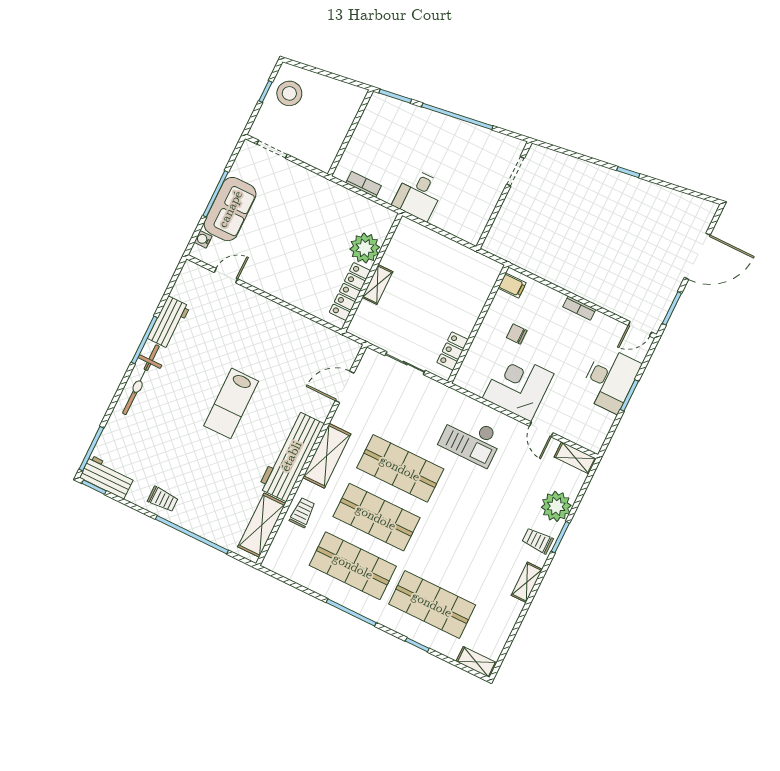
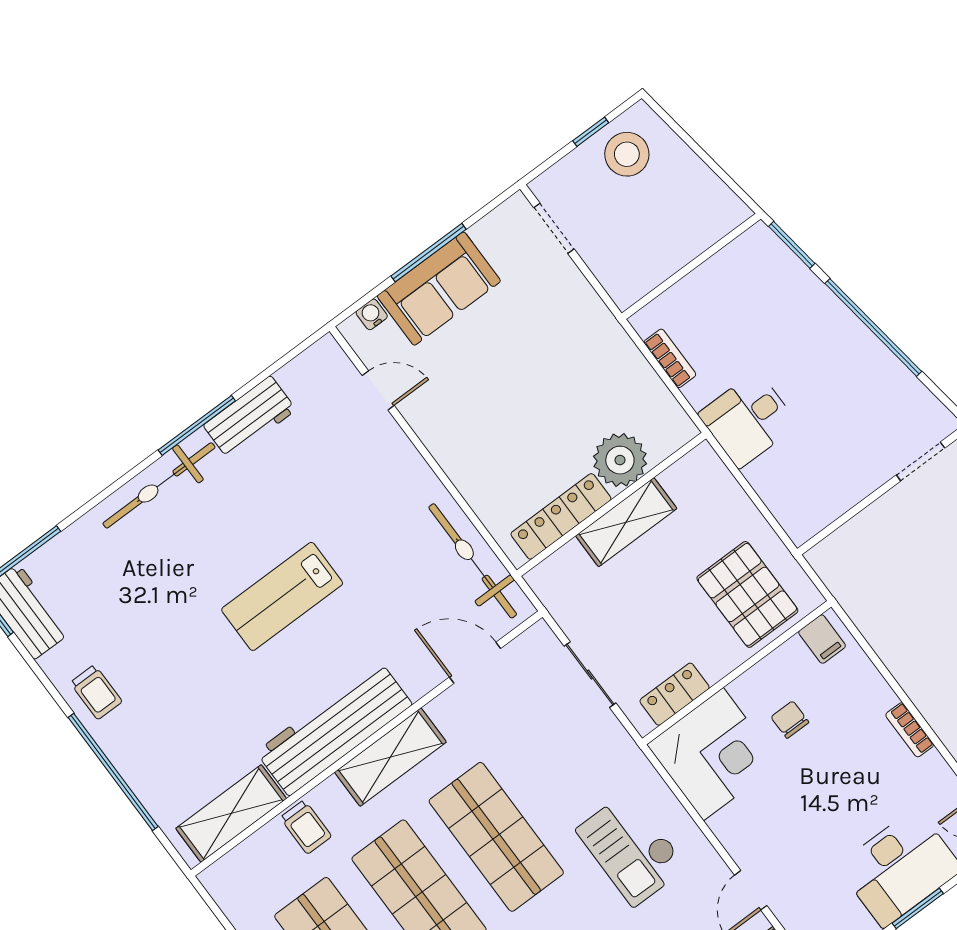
pallet: (463, 282) -> (747, 594), added
shelving: (377, 285) -> (626, 522), width x1.50, depth x1.33
bicycle: (317, 336) -> (473, 561), added
corner desk: (518, 386) -> (713, 754), moved, turned 90
trolley: (302, 513) -> (306, 827), turned 90

